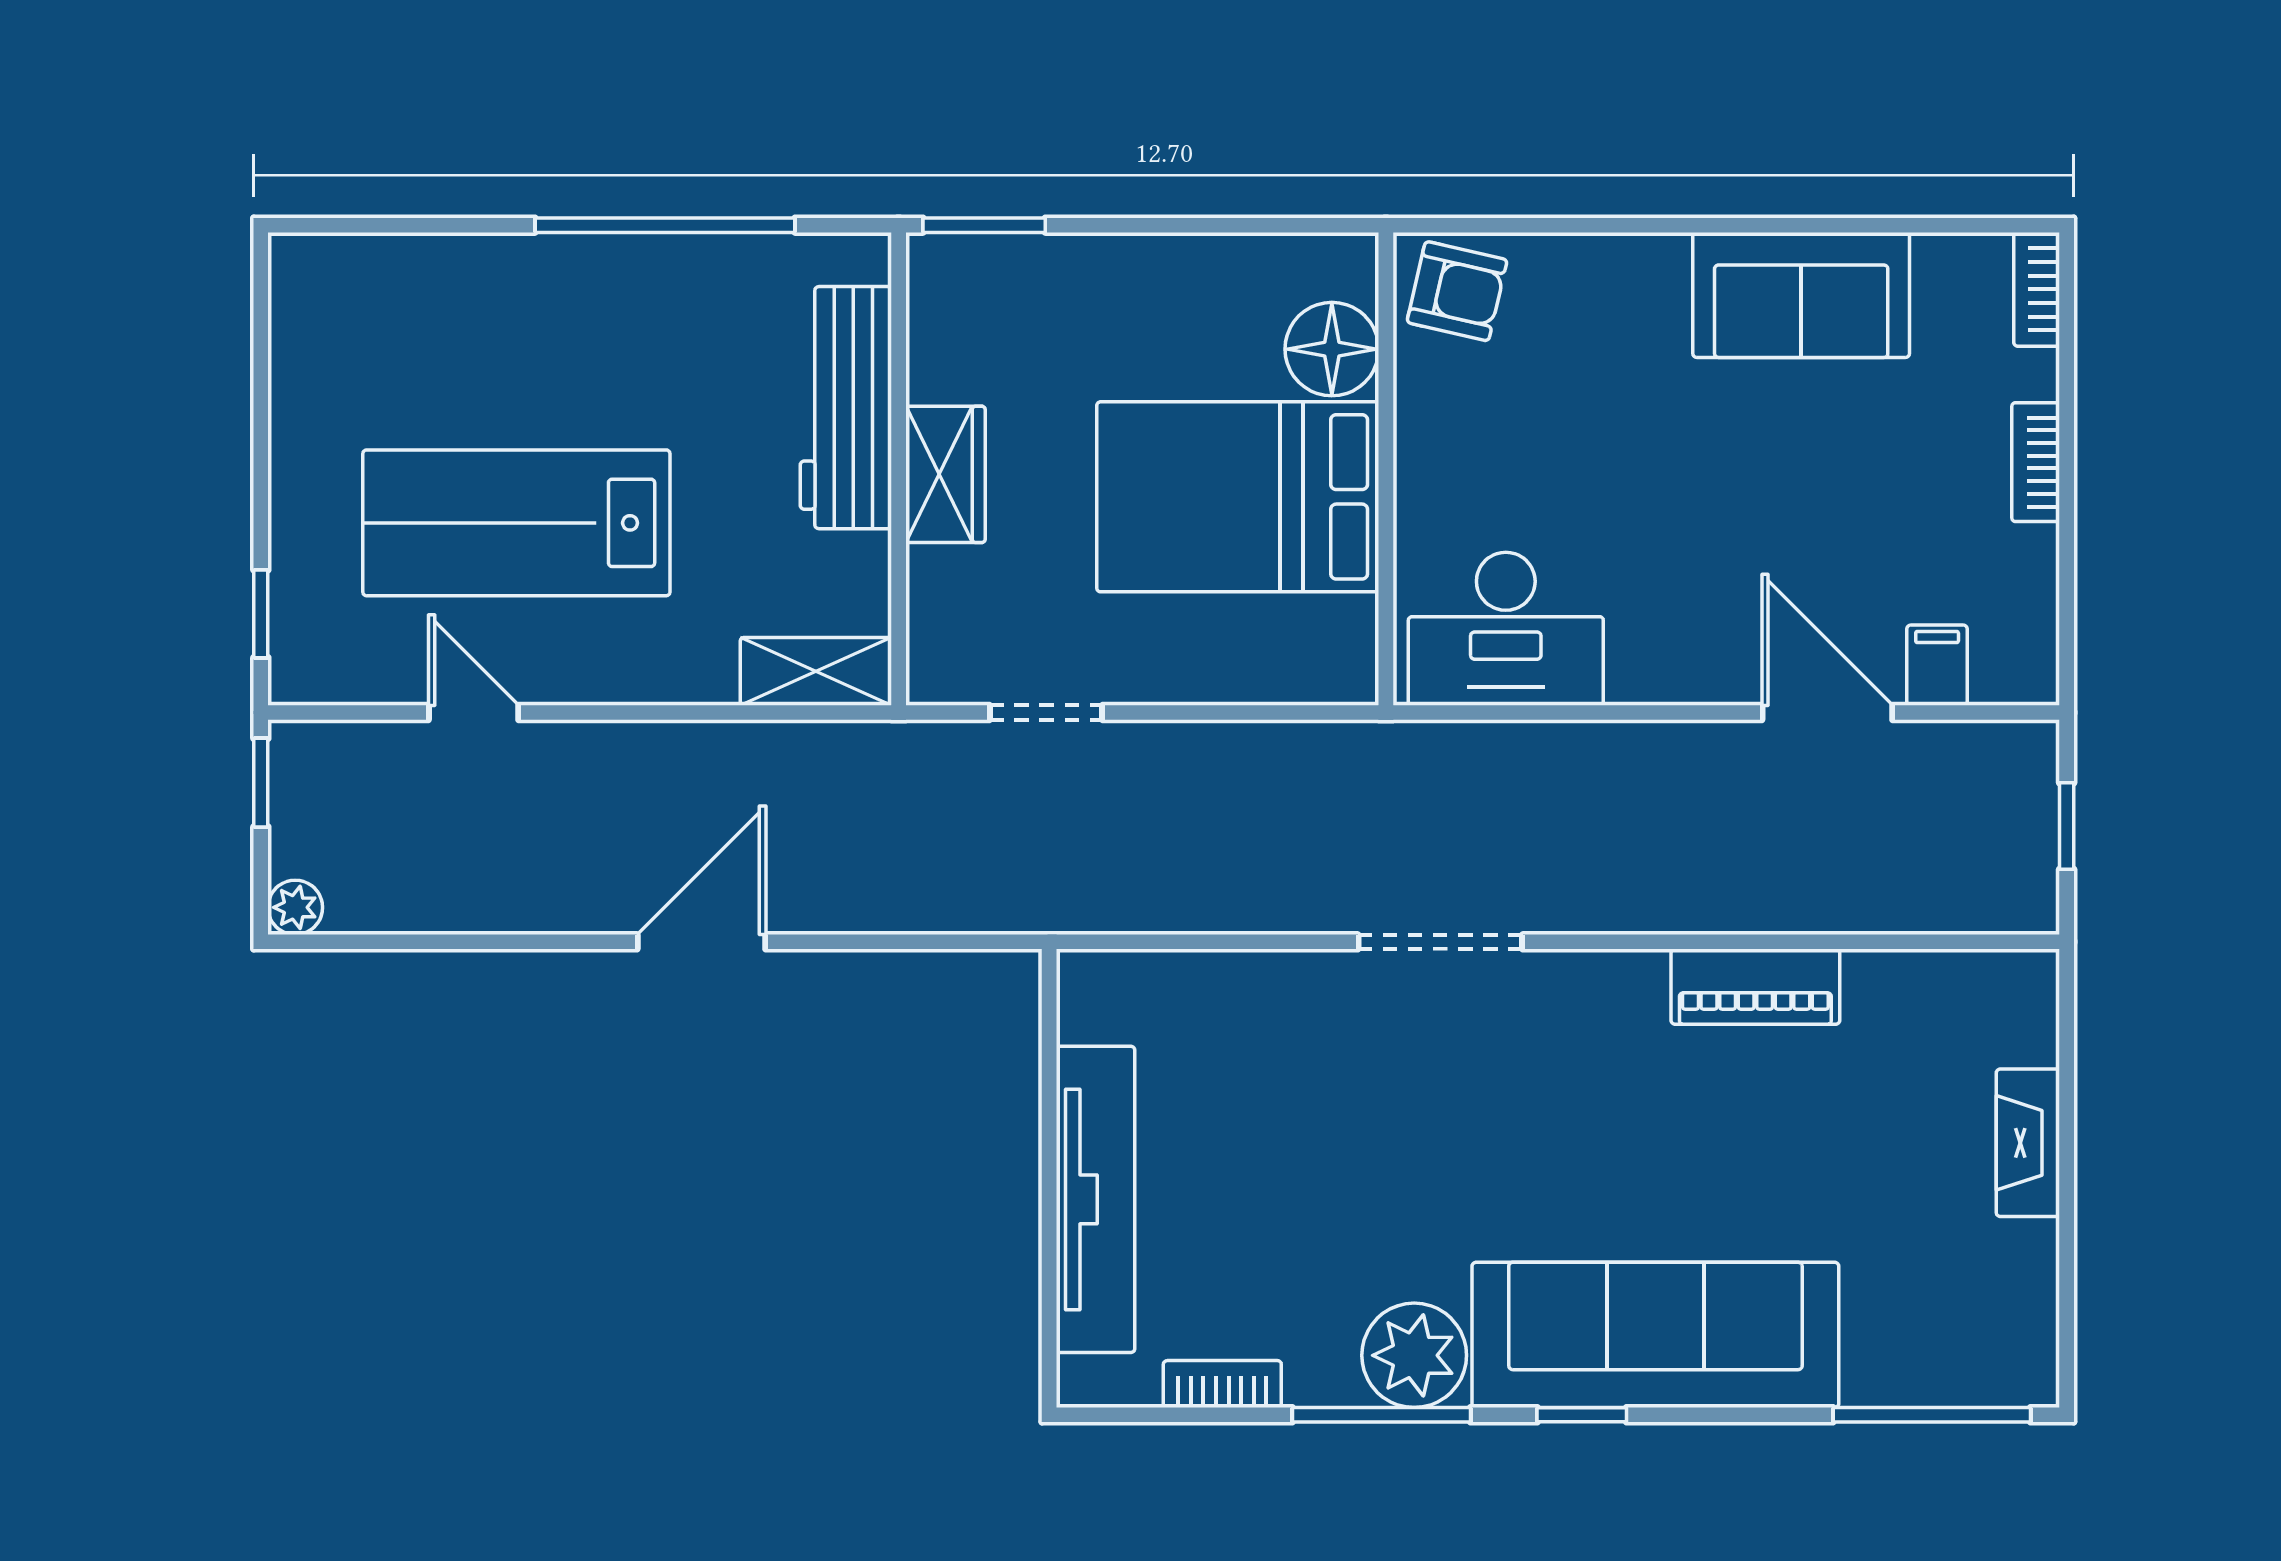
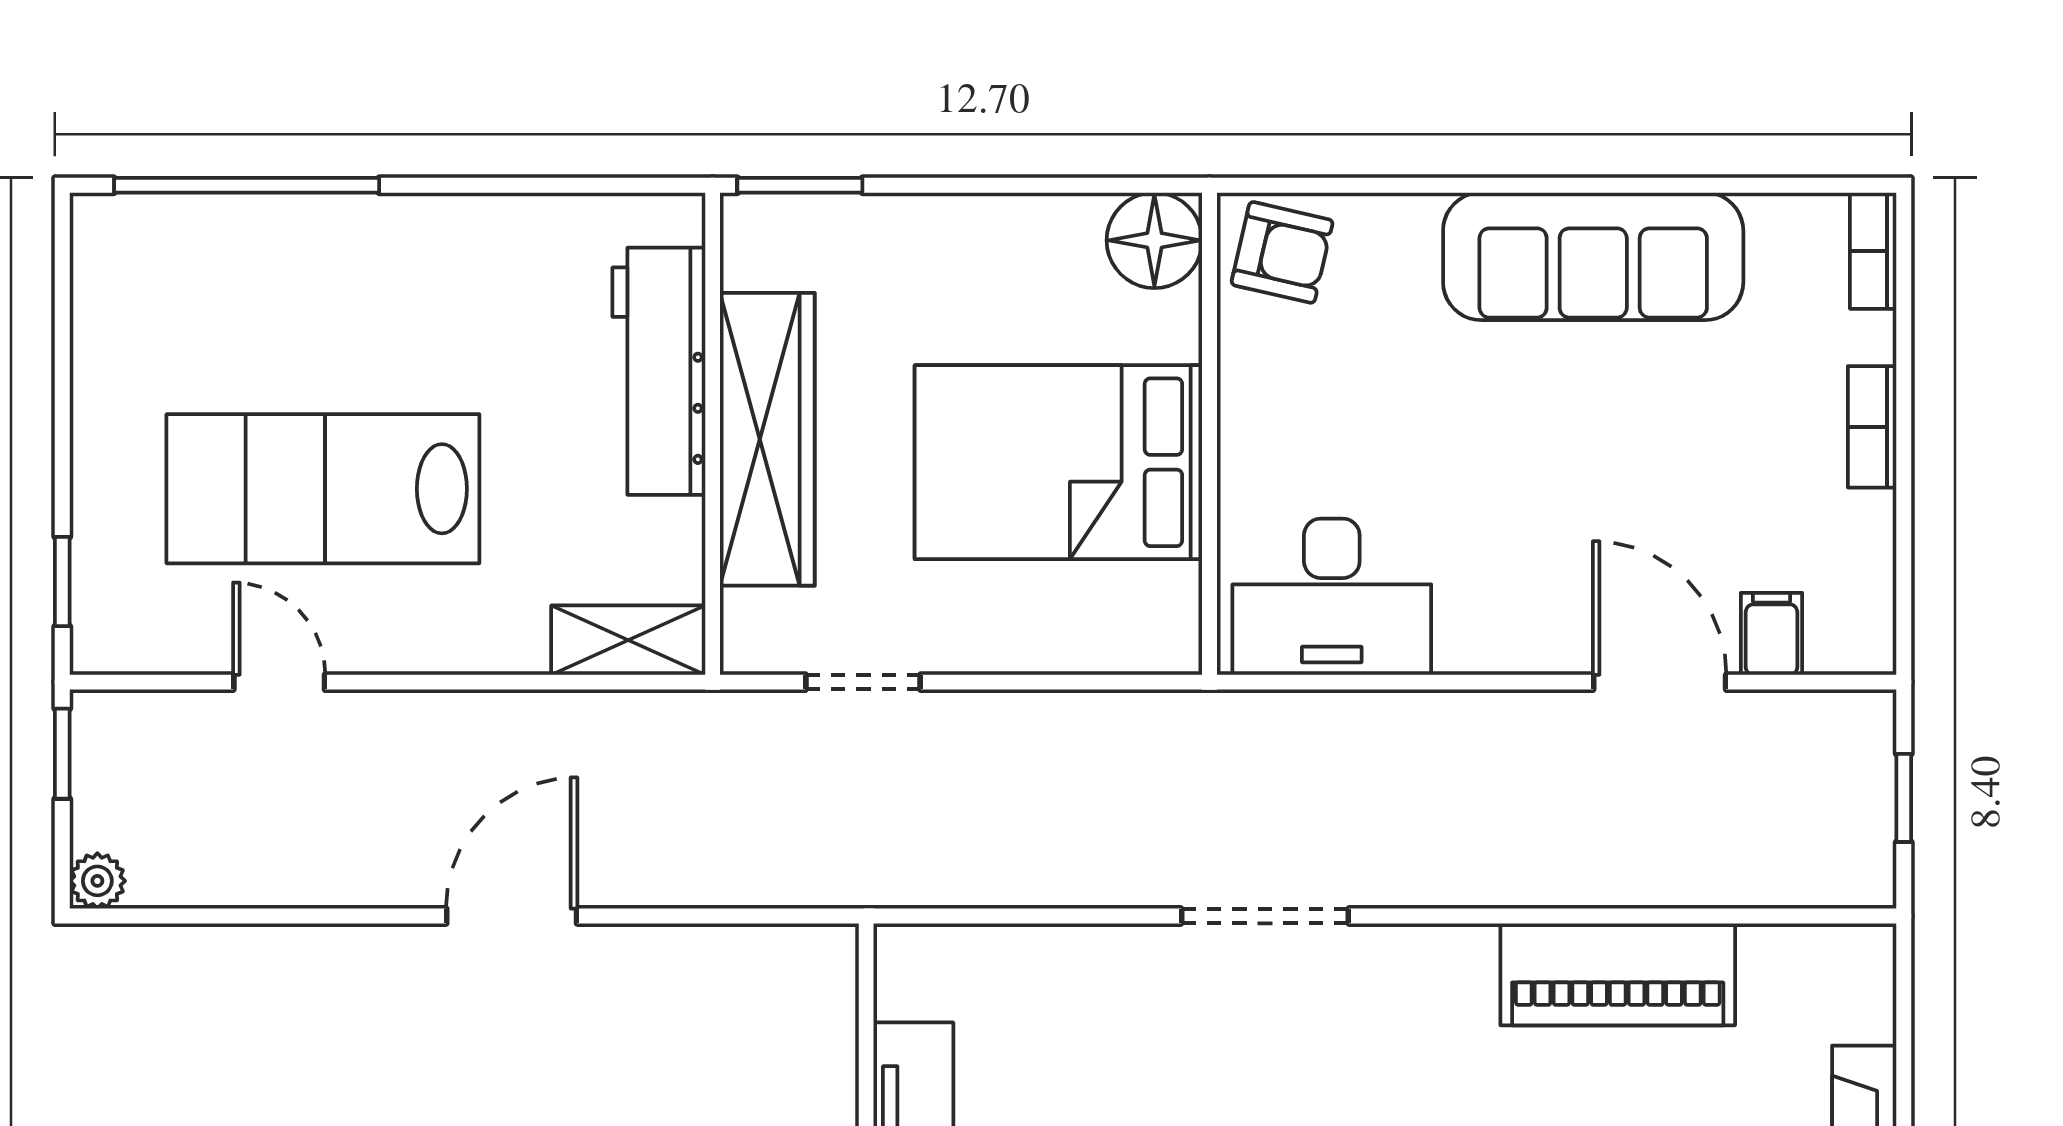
window: (665, 225) -> (247, 185), moved
sofa: (1801, 295) -> (1593, 256), width x1.36
floor lamp: (1332, 349) -> (1154, 240), moved
wardrobe: (945, 474) -> (767, 439), width x2.10, depth x1.17
piano: (1755, 987) -> (1618, 974), width x1.37, depth x1.33

